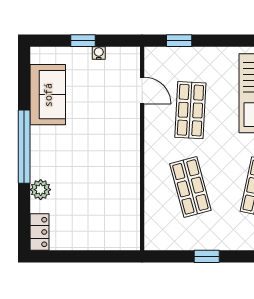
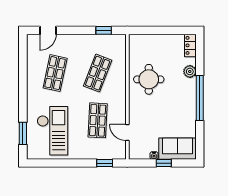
sofa: (48, 95) -> (177, 149), moved, turned 90
round table: (107, 177) -> (149, 79), added
shop shelf: (190, 187) -> (98, 73), turned 36
window: (207, 256) -> (104, 30), moved

